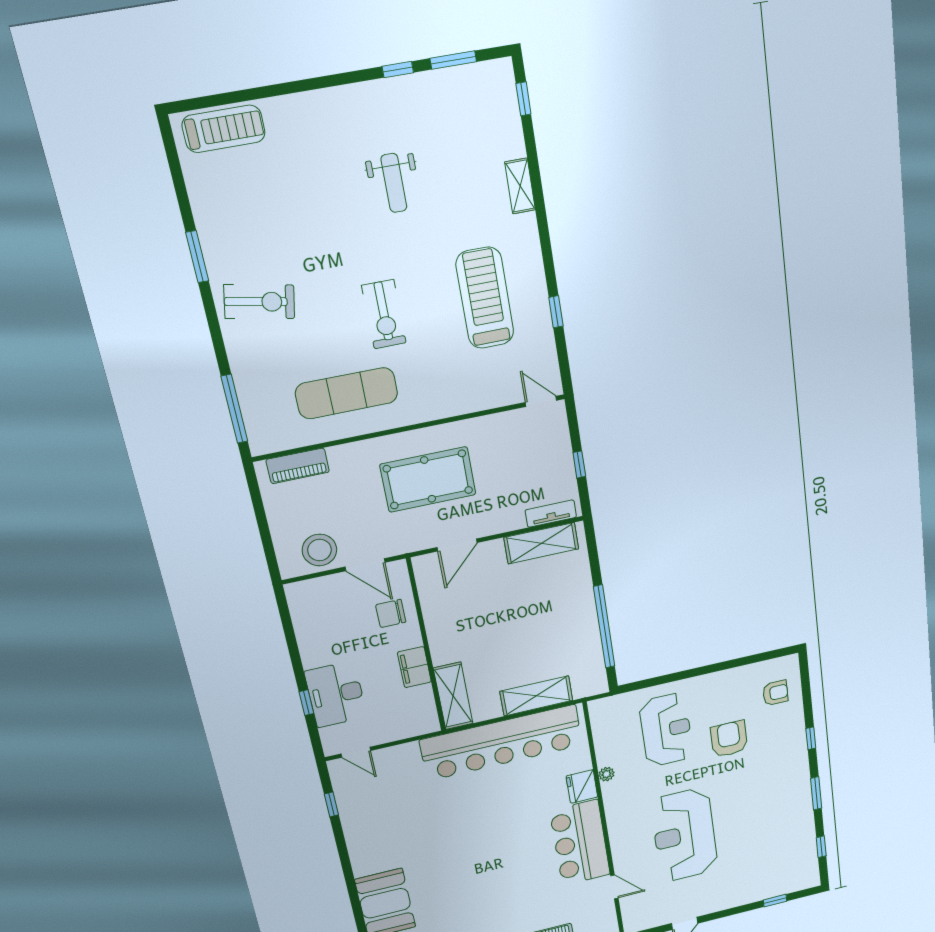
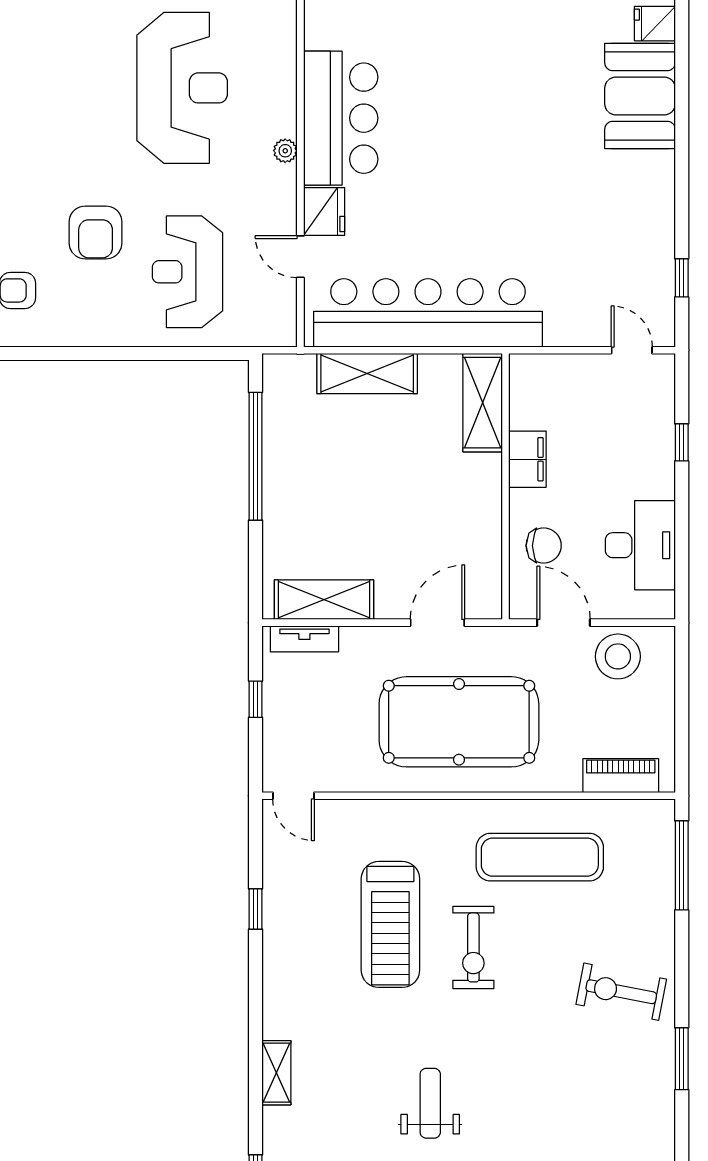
treadmill: (485, 298) -> (390, 924), moved
exercise bike: (384, 314) -> (473, 947), turned 180
pool table: (428, 479) -> (459, 722), width x1.36, depth x1.32
desk: (336, 694) -> (640, 545), moved
plant: (606, 774) -> (285, 151), moved
door: (614, 887) -> (300, 257), moved

